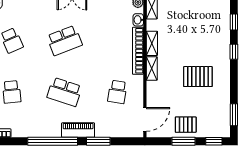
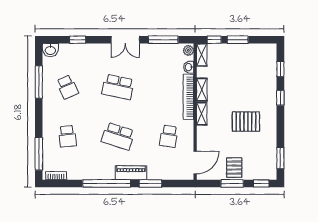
school desk: (64, 40) -> (118, 87), turned 33
pallet: (186, 125) -> (234, 168), turned 90

